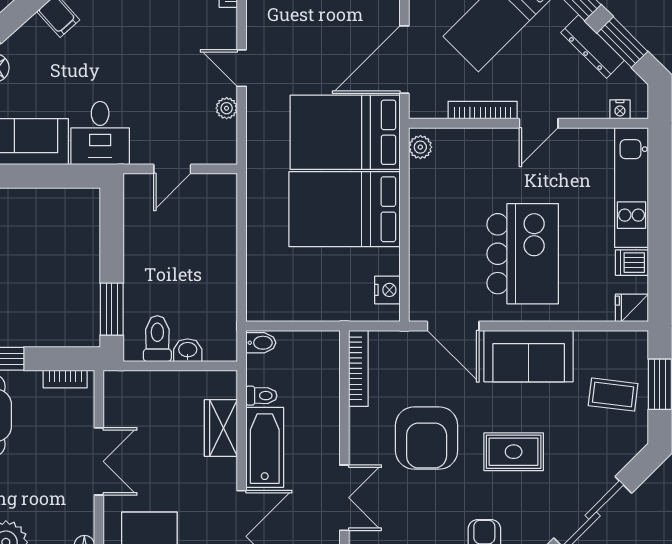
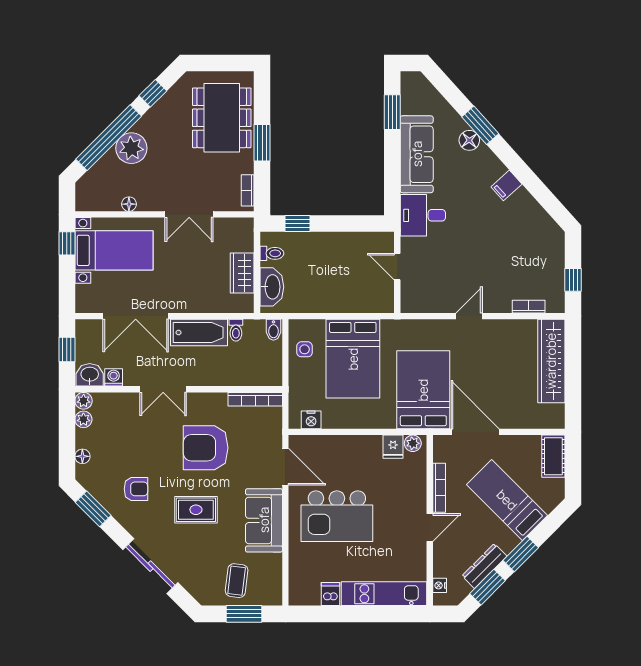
plant: (227, 108) -> (441, 305), removed
door: (539, 123) -> (430, 527), swing flipped
bed: (344, 209) -> (353, 359), moved, turned 180
side table: (288, 299) -> (305, 349), added
fridge: (632, 308) -> (393, 447), moved, turned 180
window: (112, 309) -> (297, 224), width x0.67
door: (453, 326) -> (285, 467), swing flipped
toilet: (157, 339) -> (272, 253), width x0.73, depth x0.72
washbasin: (188, 350) -> (272, 287), width x1.91, depth x1.45
wardrobe: (221, 428) -> (242, 273), moved, turned -90
rug: (514, 452) -> (196, 510), turned 90

